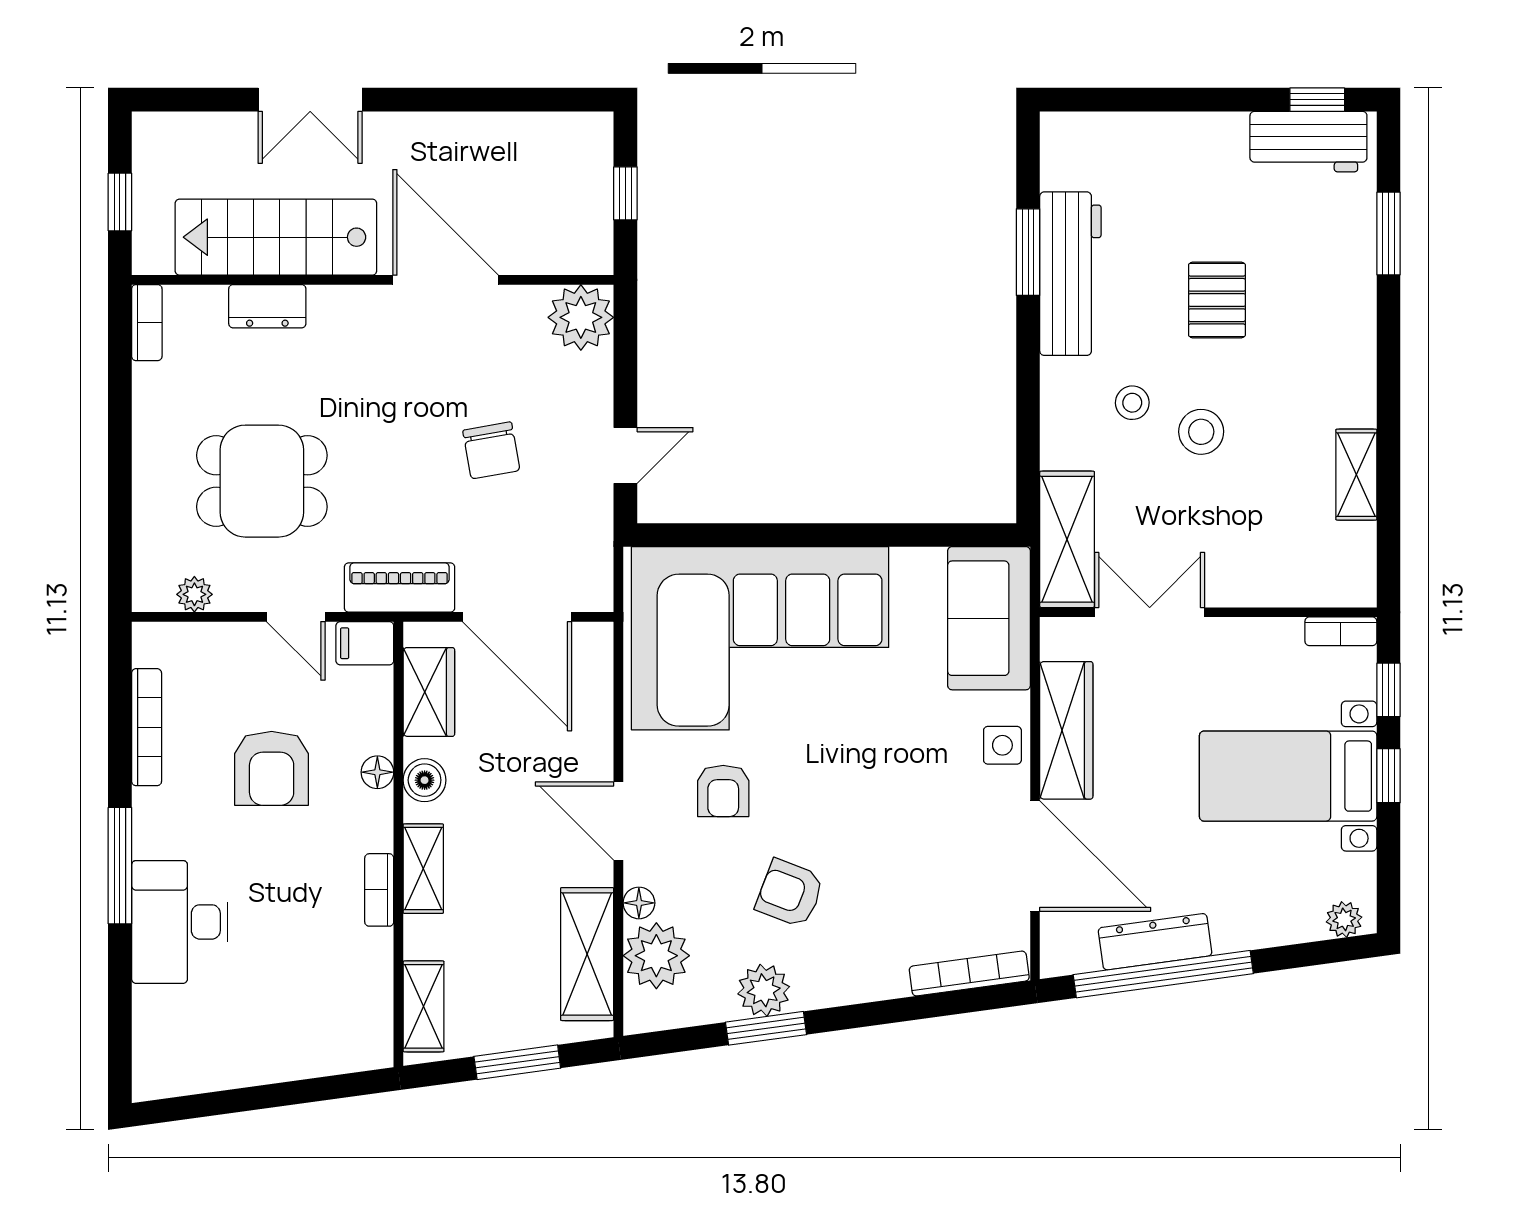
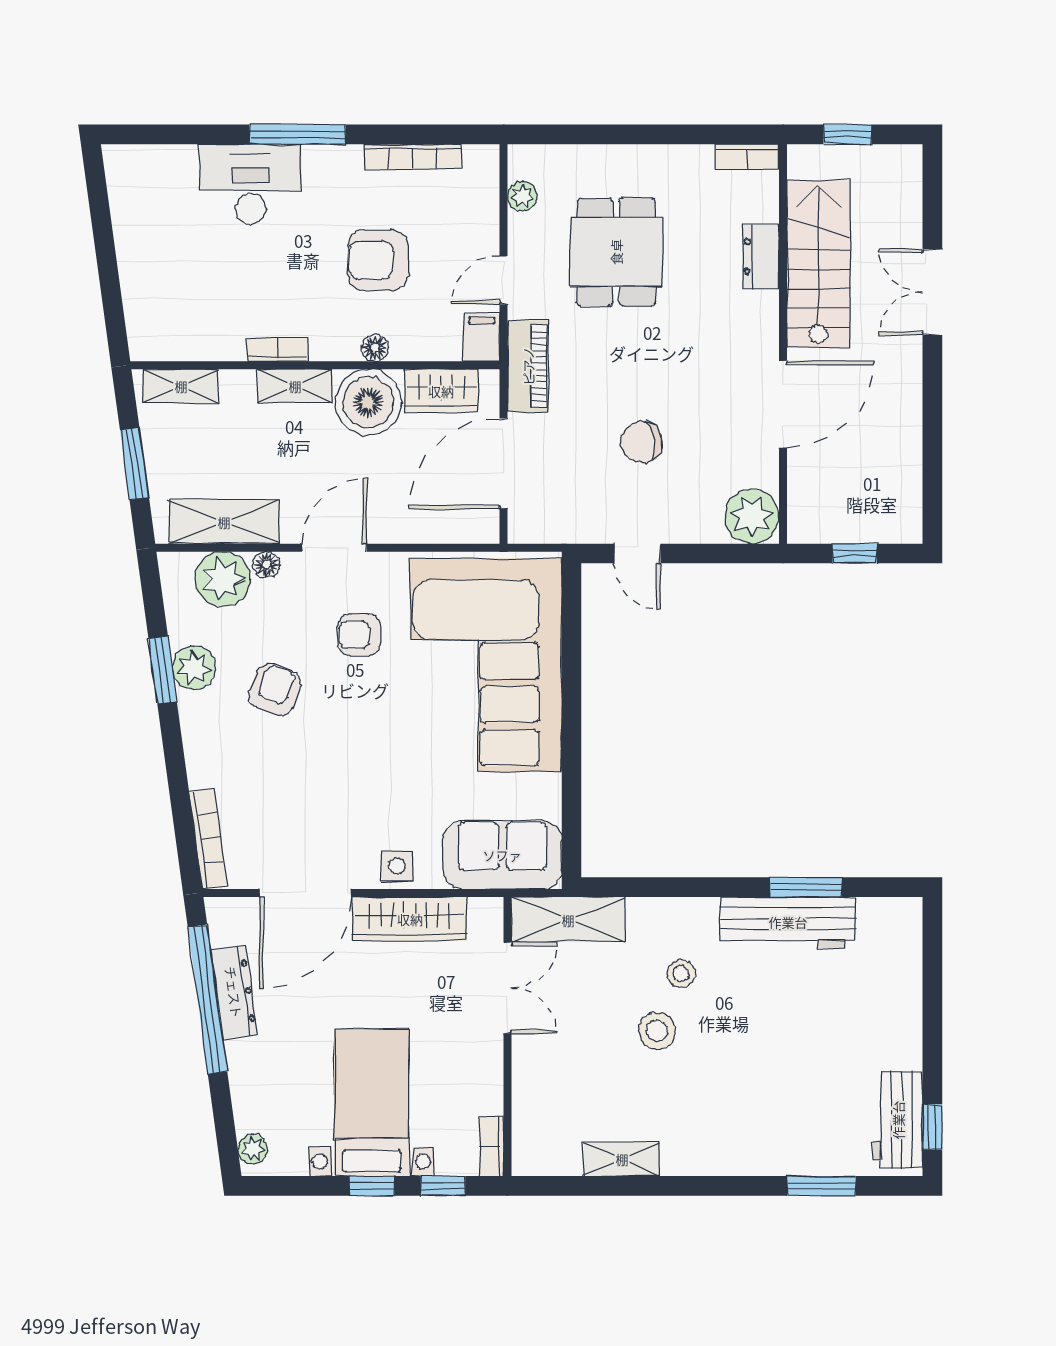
pallet: (1217, 300) -> (766, 1044), removed
boiler: (425, 780) -> (368, 402), width x1.86, depth x1.86

